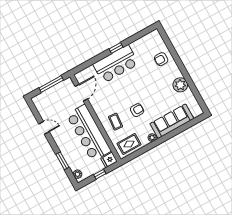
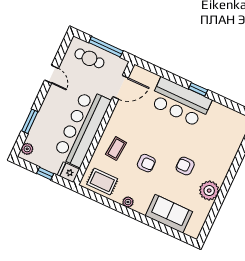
armchair: (161, 59) -> (185, 166), moved
cafe table: (51, 99) -> (89, 58), added
sofa: (172, 121) -> (169, 214), width x0.73

